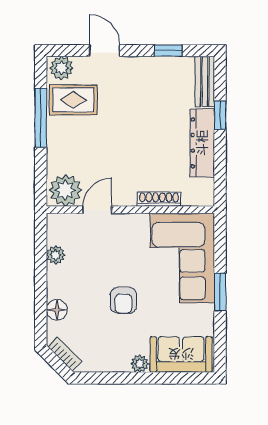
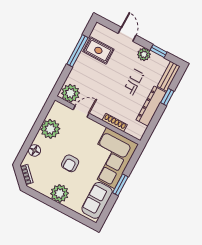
plant: (61, 68) -> (144, 54), moved
plant: (56, 255) -> (50, 129), width x1.87, depth x1.87
sofa: (181, 354) -> (97, 200), moved, turned -90
plant: (140, 364) -> (60, 193), width x1.87, depth x1.87

